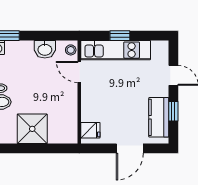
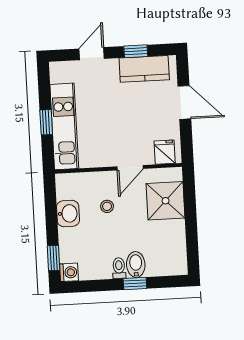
stool: (71, 50) -> (107, 206), moved
door: (79, 72) -> (130, 168), moved
shower: (32, 129) -> (166, 201), moved

